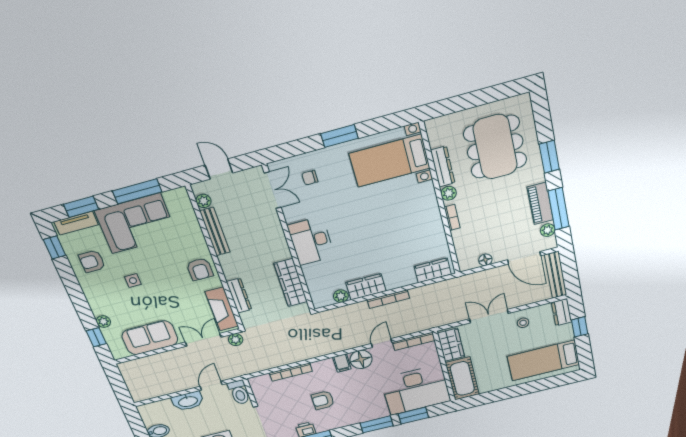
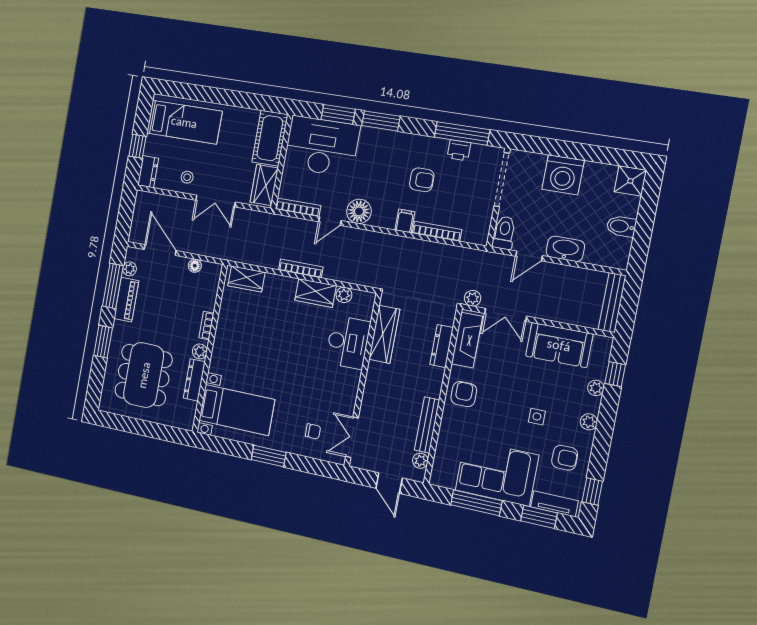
desk: (311, 241) -> (348, 342), moved
bench: (556, 275) -> (612, 303), moved
plant: (92, 296) -> (589, 422), added
filing cabinet: (342, 363) -> (405, 221), moved

